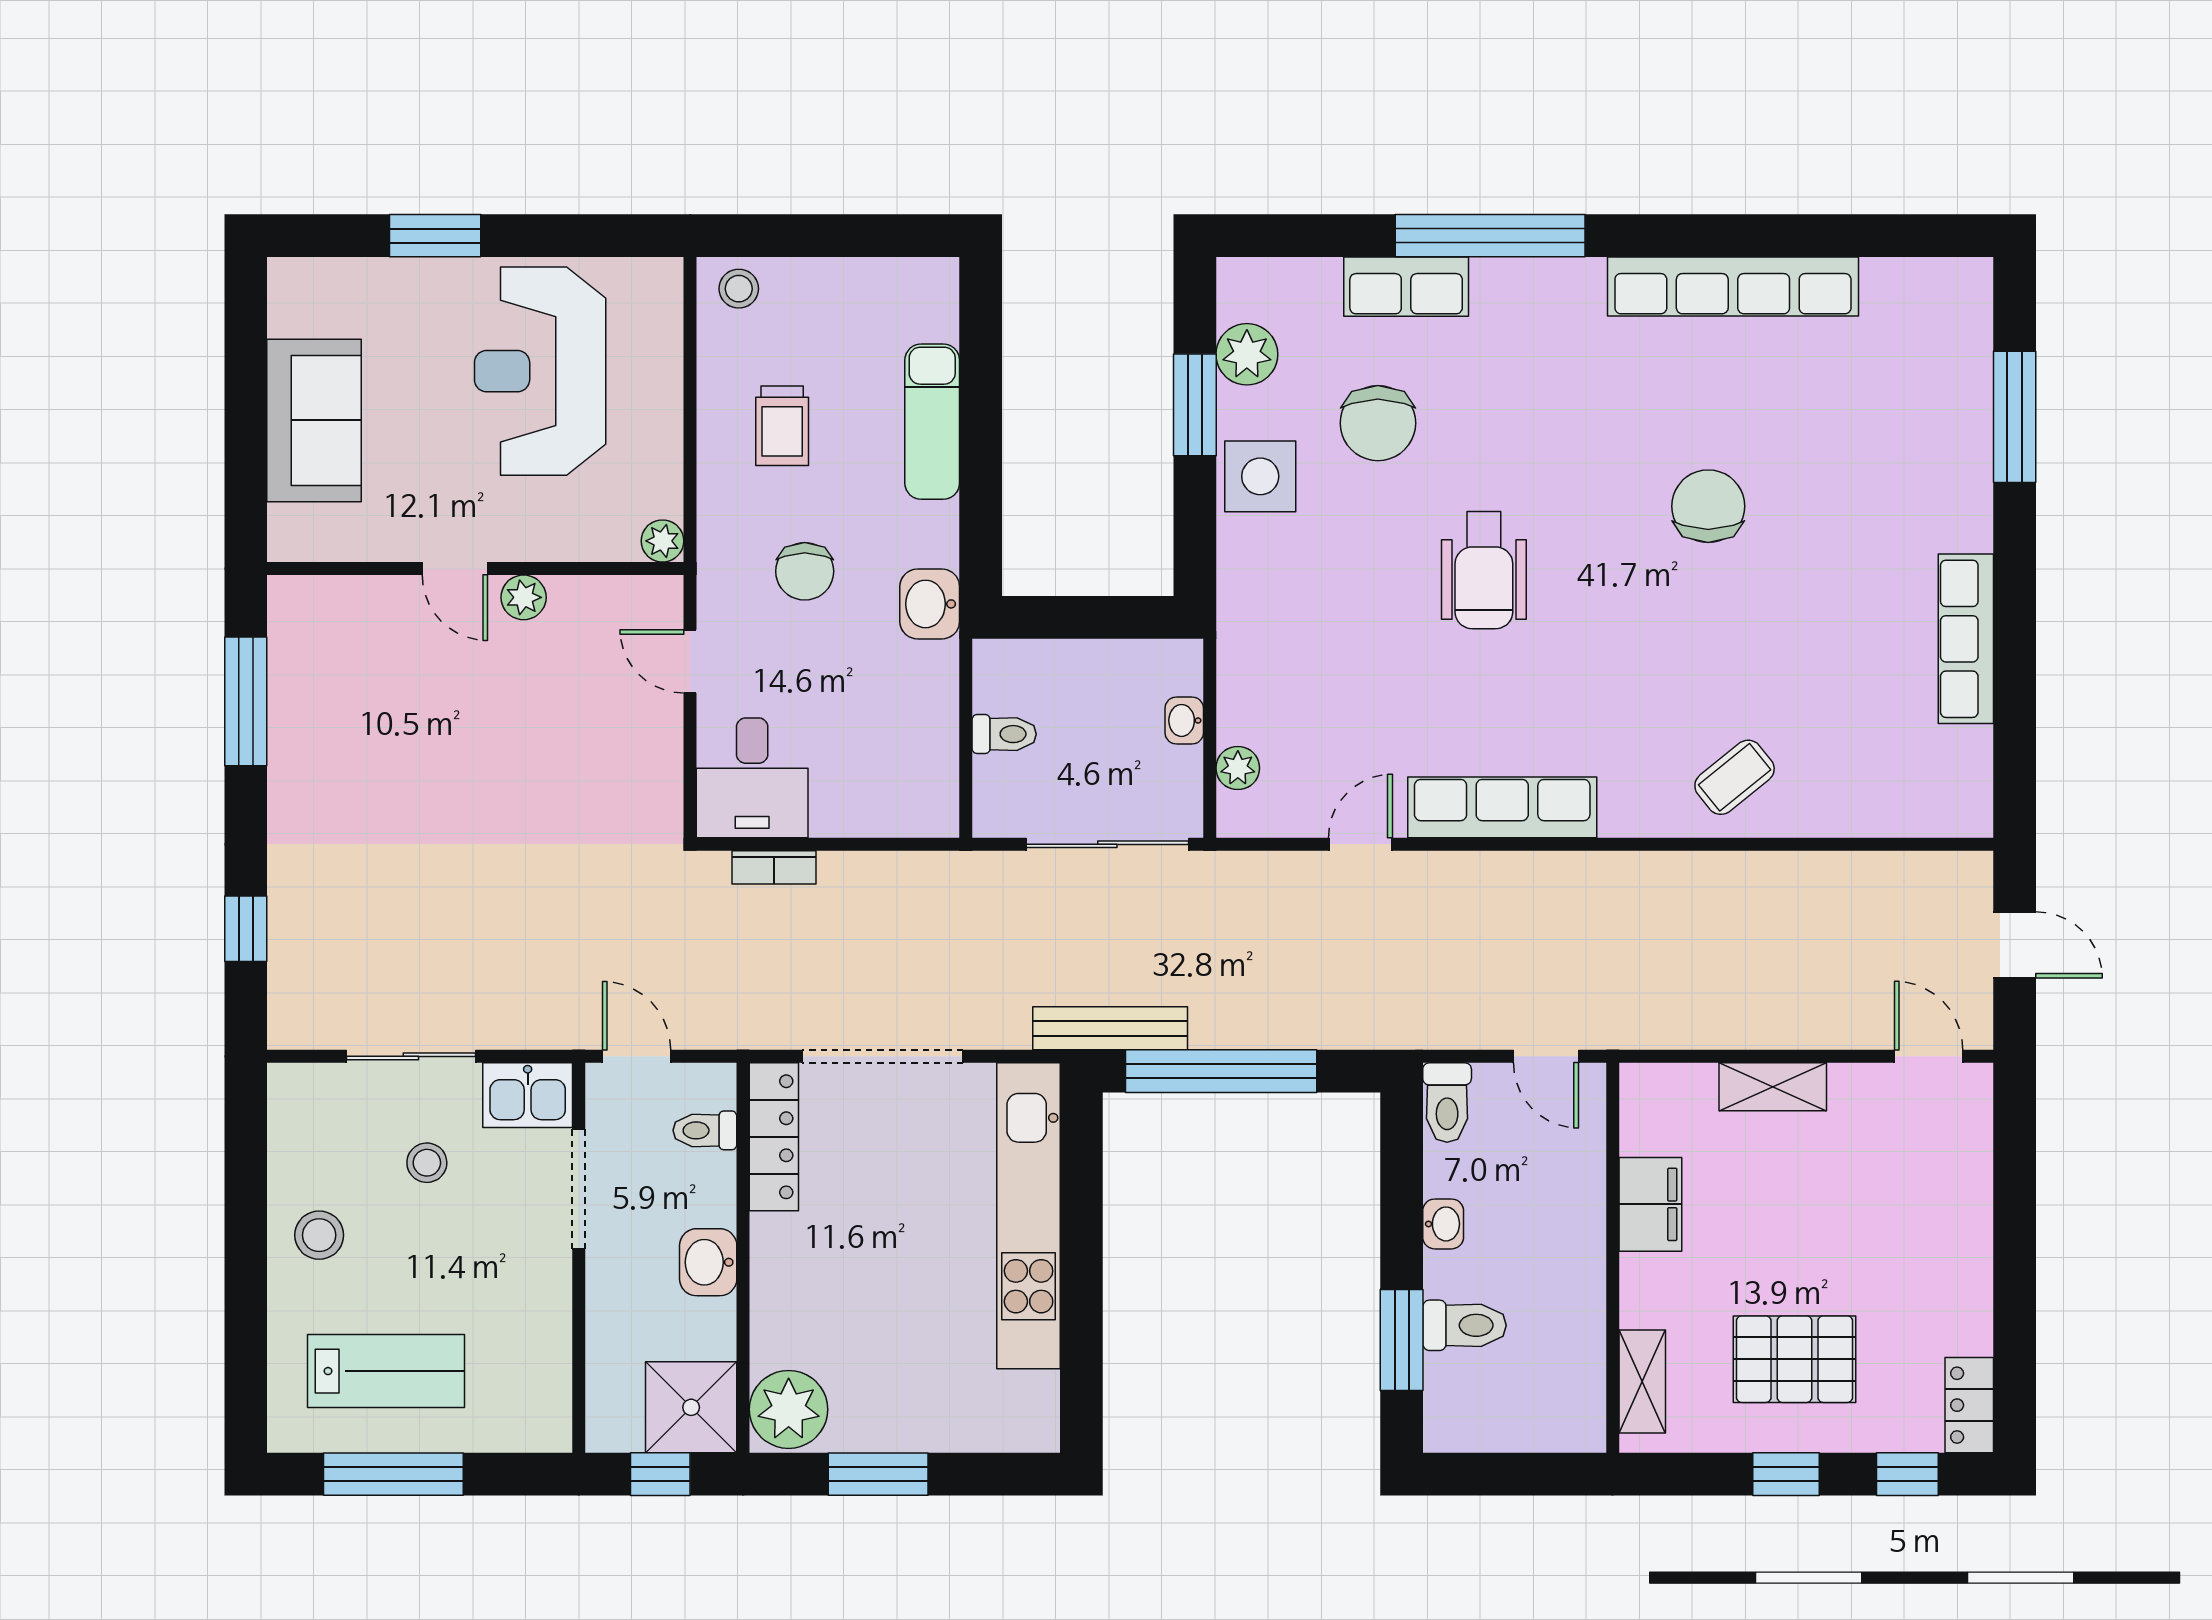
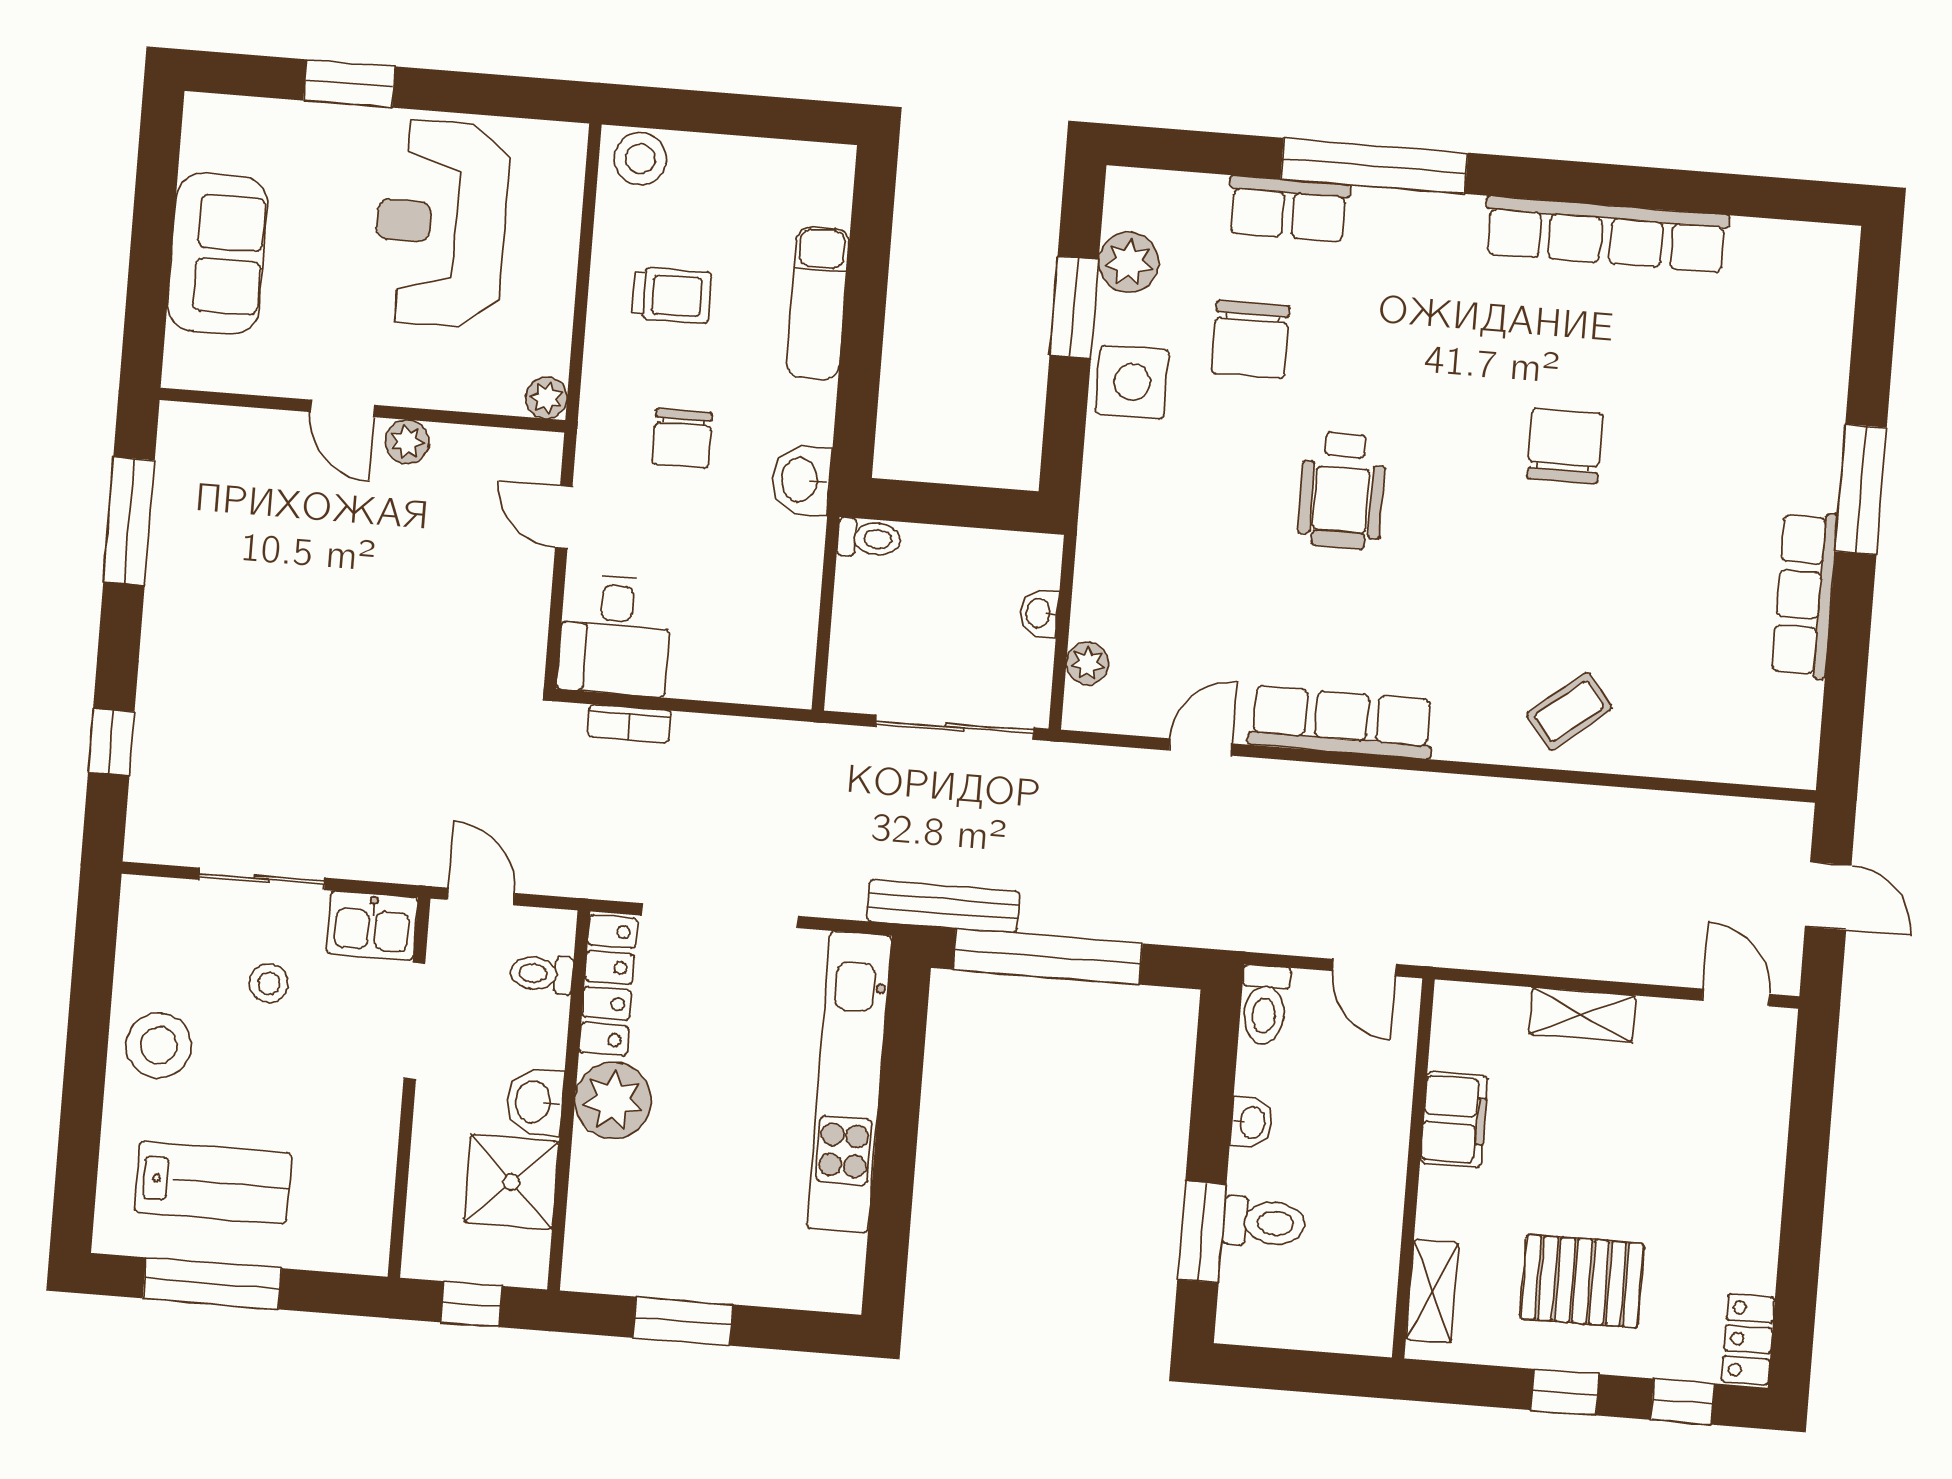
stool: (739, 289) -> (640, 159), width x1.37, depth x1.37
window: (2015, 417) -> (1861, 489), moved
trolley: (782, 426) -> (672, 295), turned -90
toilet: (1004, 734) -> (869, 538), moved
stool: (319, 1235) -> (159, 1045), width x1.38, depth x1.38
shower: (691, 1407) -> (511, 1182), moved
plant: (789, 1409) -> (613, 1101), moved

